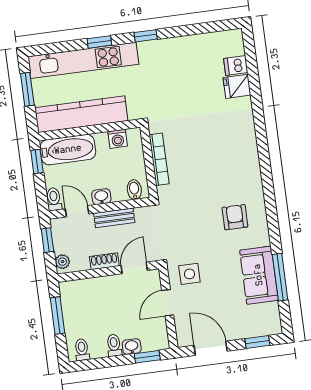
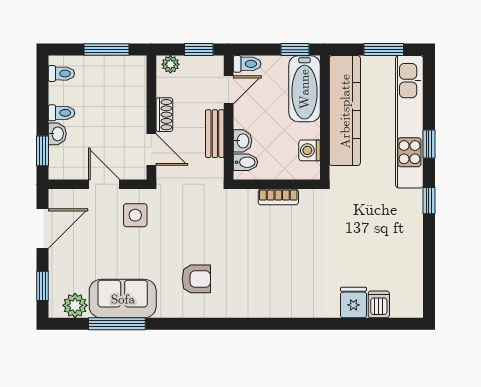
bookcase: (159, 159) -> (278, 197), width x0.64
washbasin: (101, 197) -> (242, 141), moved
plant: (270, 313) -> (75, 305), added

